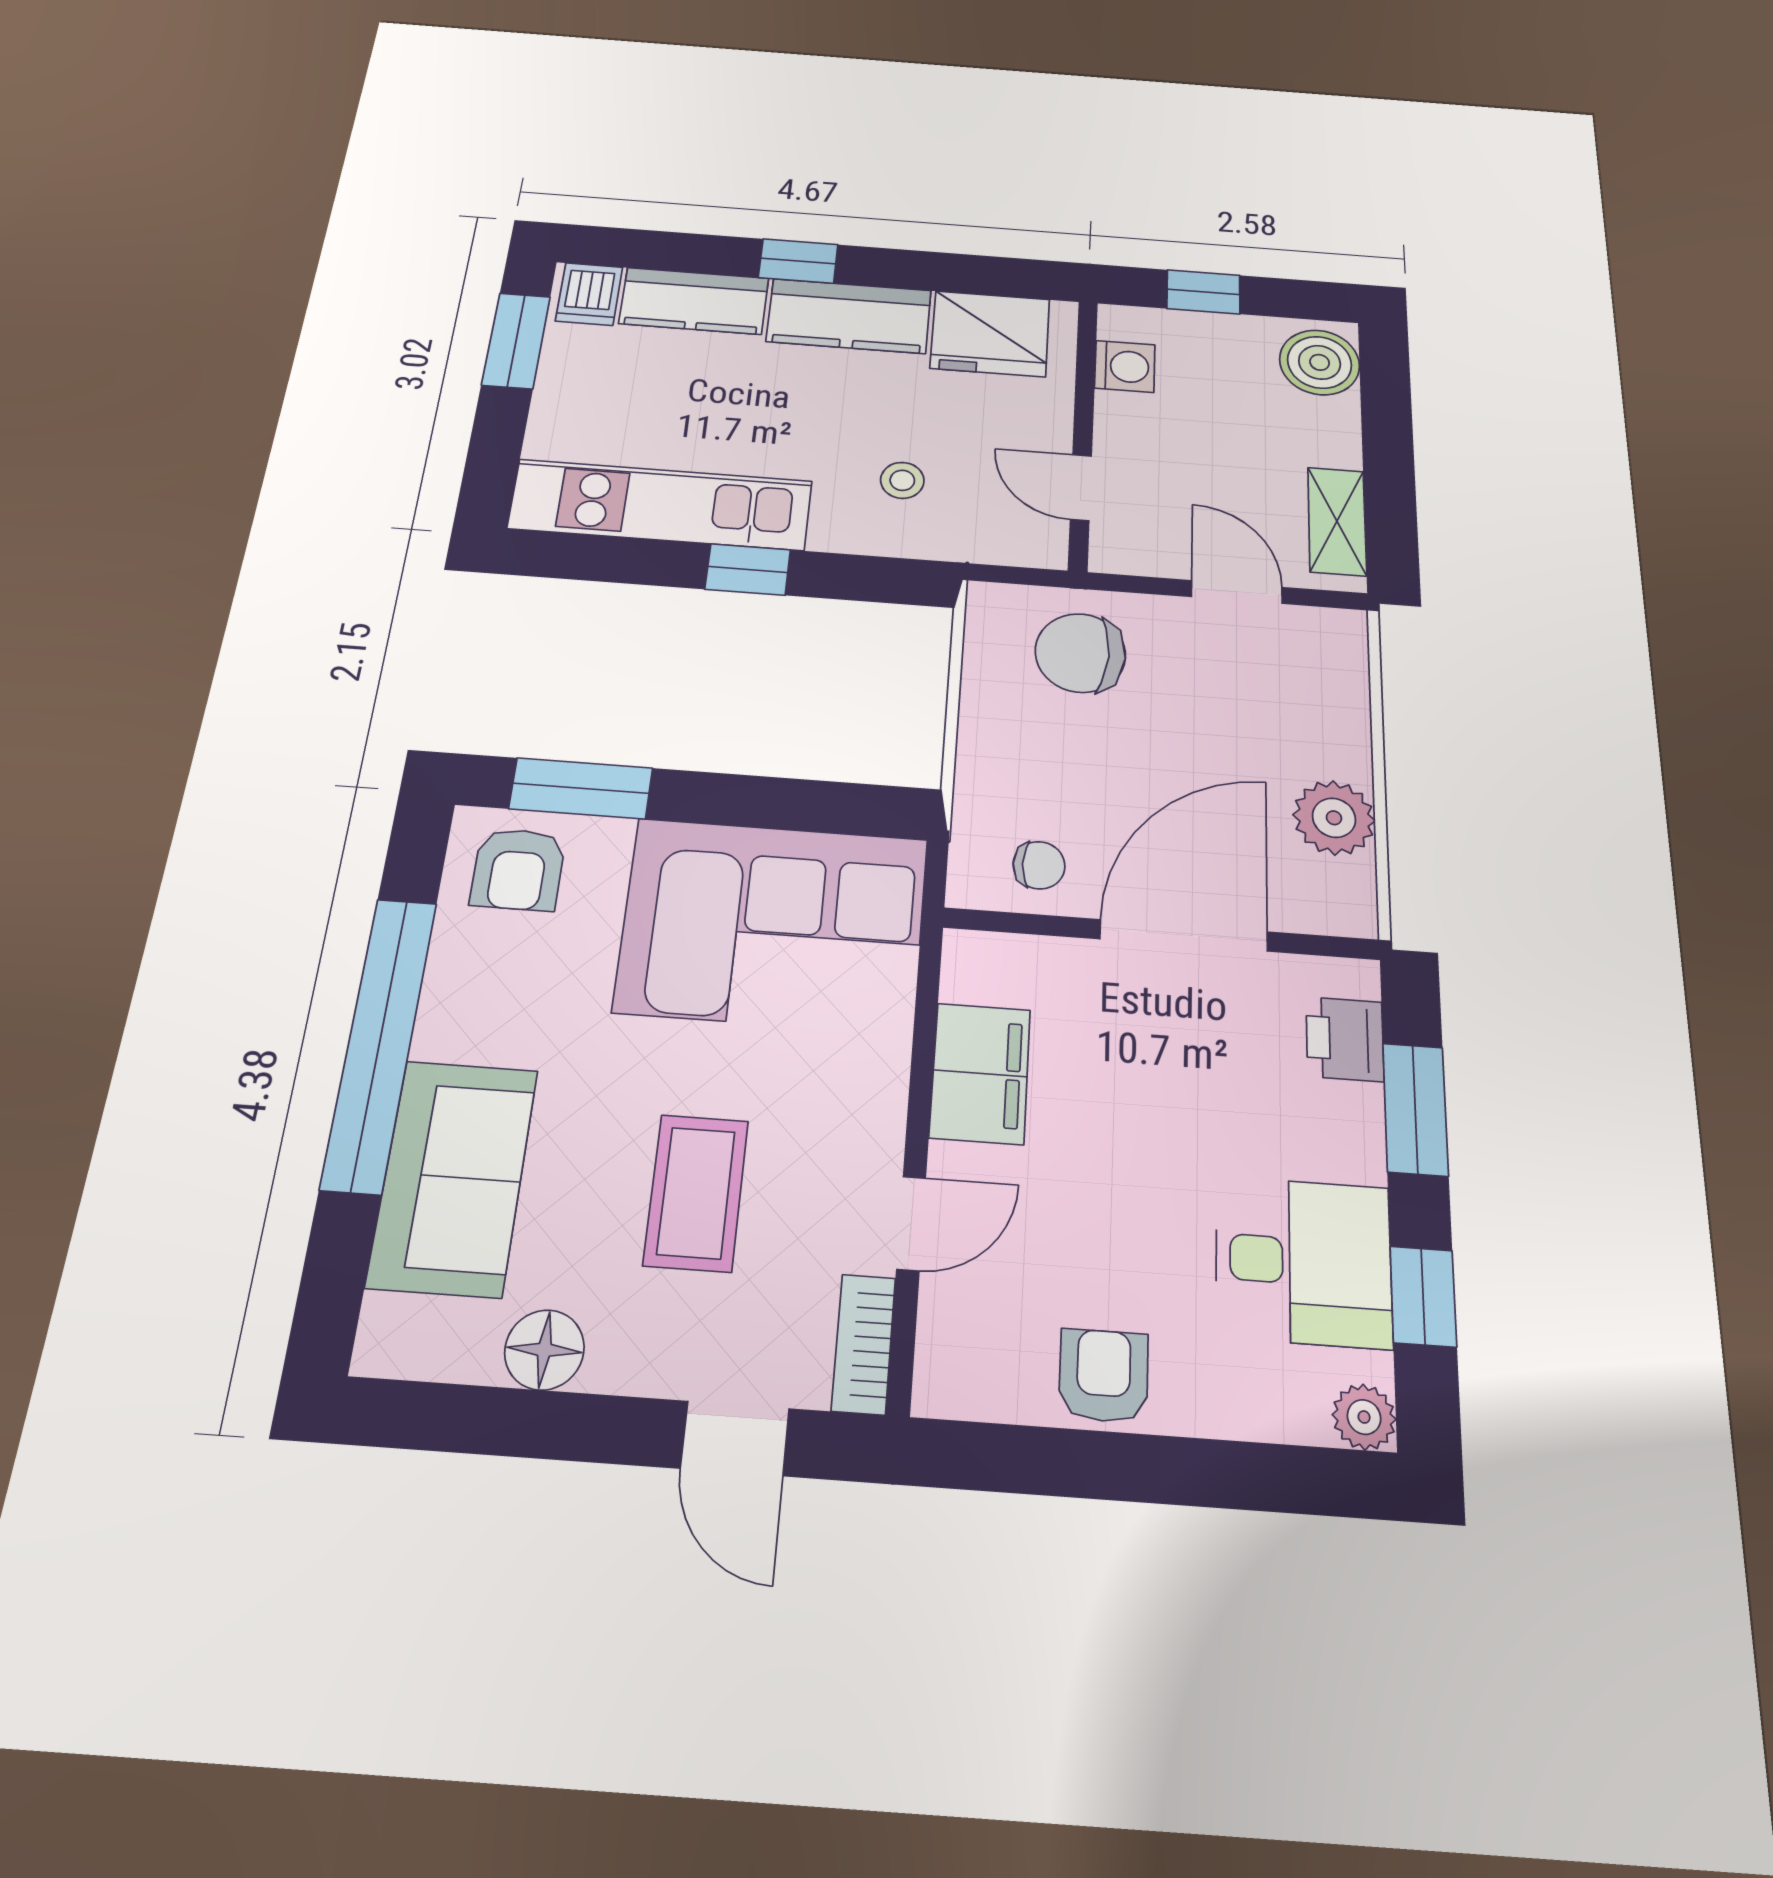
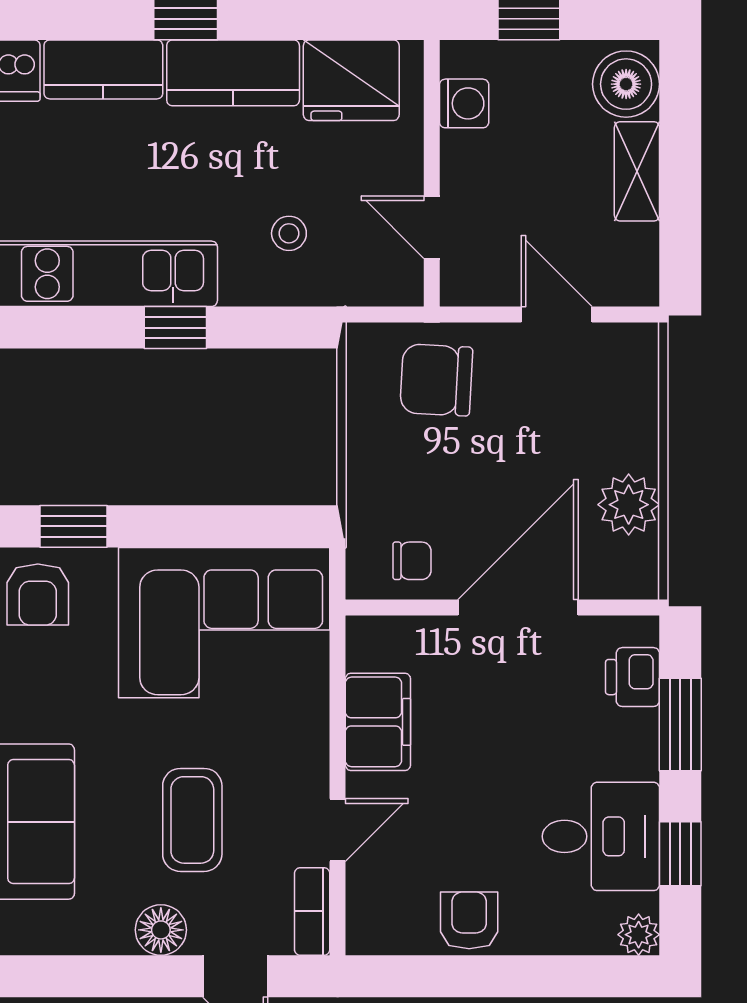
shelving: (1337, 521) -> (637, 171), moved
window: (581, 788) -> (73, 526), width x0.67
floor lamp: (544, 1350) -> (161, 930), moved

